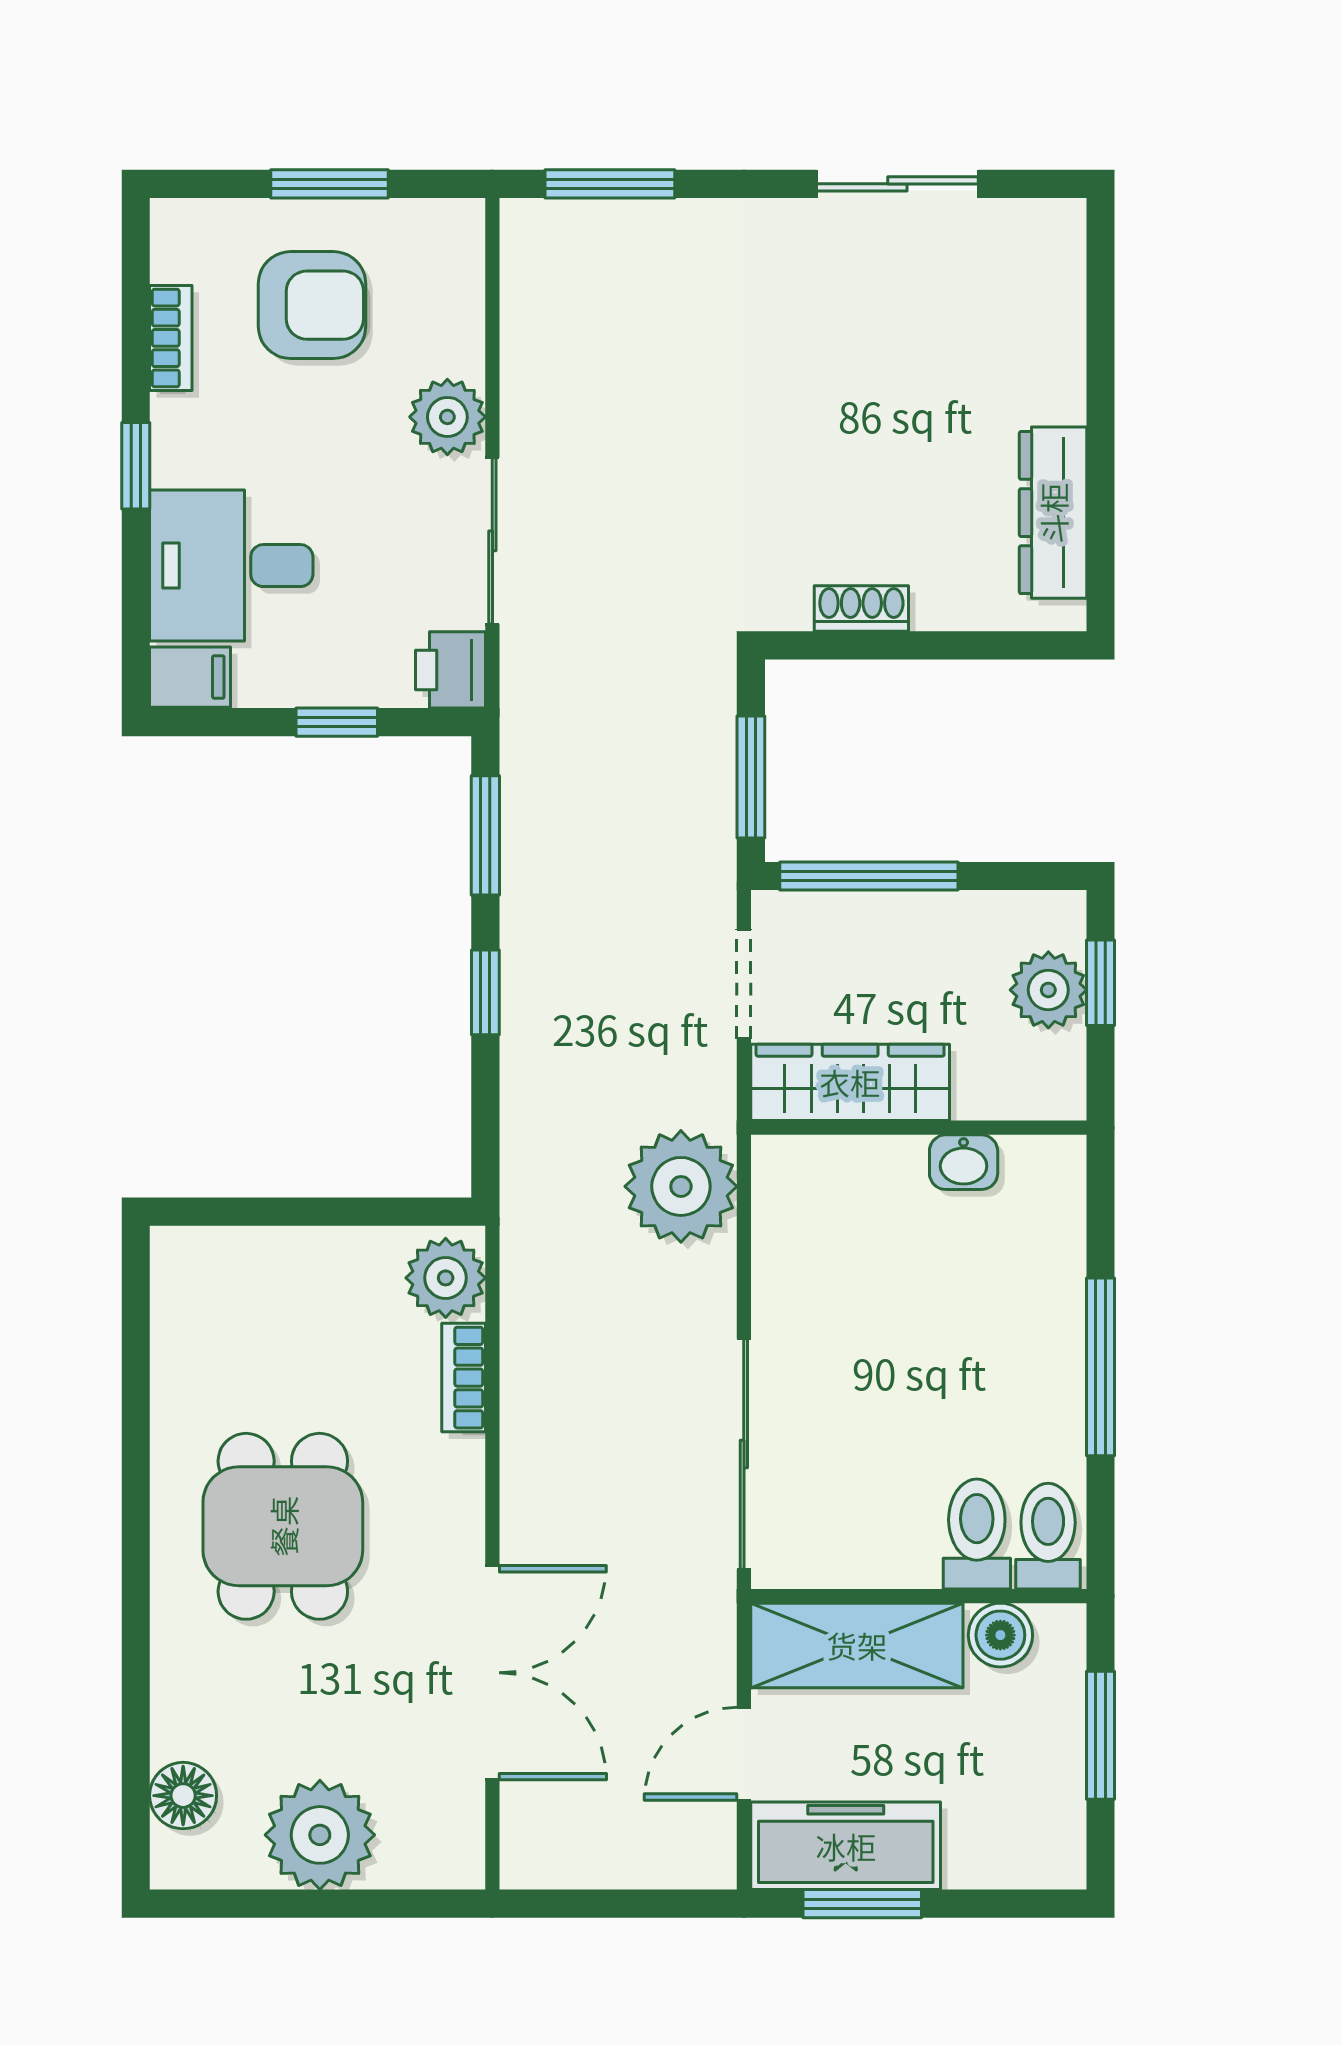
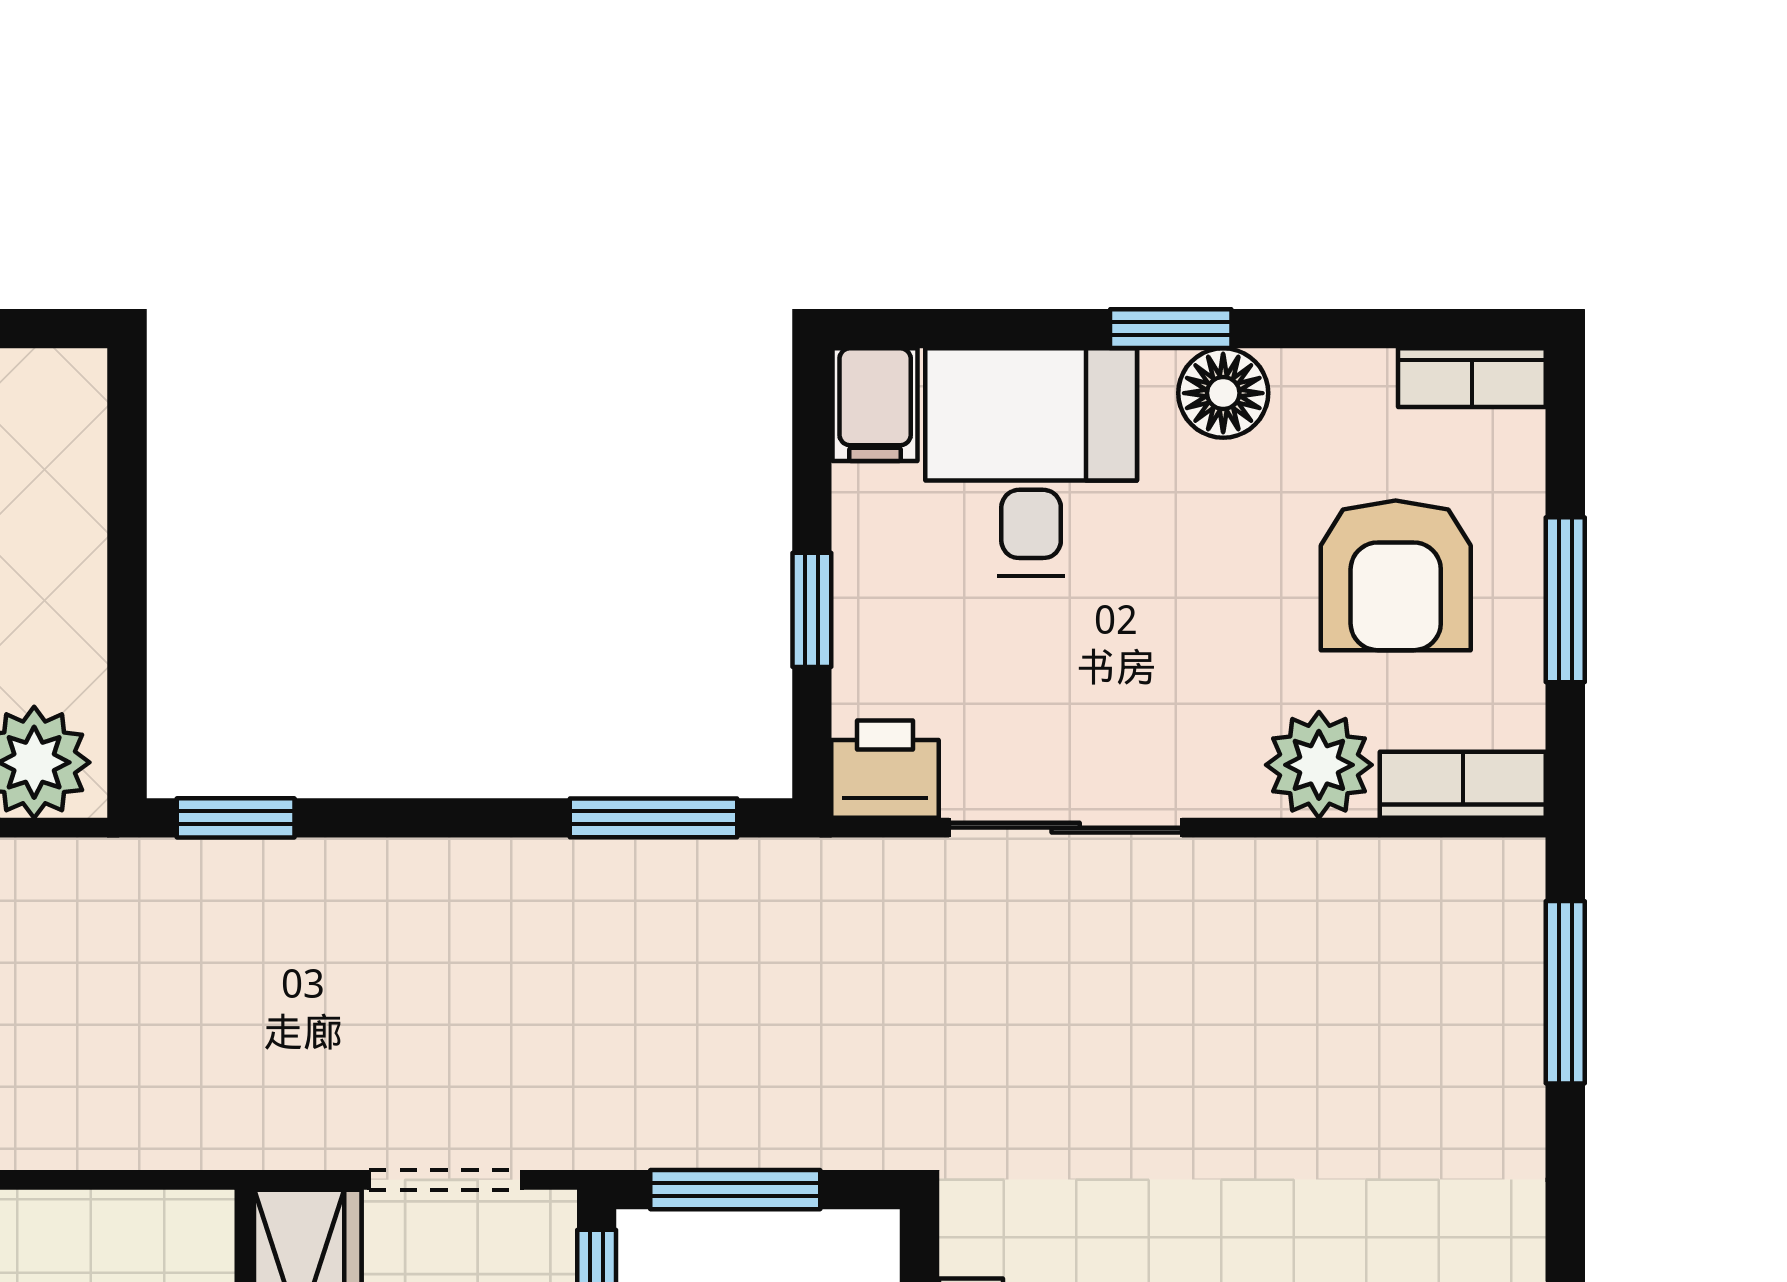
bookcase: (462, 257) -> (1463, 785), added
bookcase: (171, 338) -> (1472, 378), moved
plant: (447, 417) -> (1319, 765), moved
floor lamp: (182, 428) -> (1223, 393), added
window: (485, 992) -> (236, 818), moved
plant: (681, 1186) -> (162, 1092), removed

